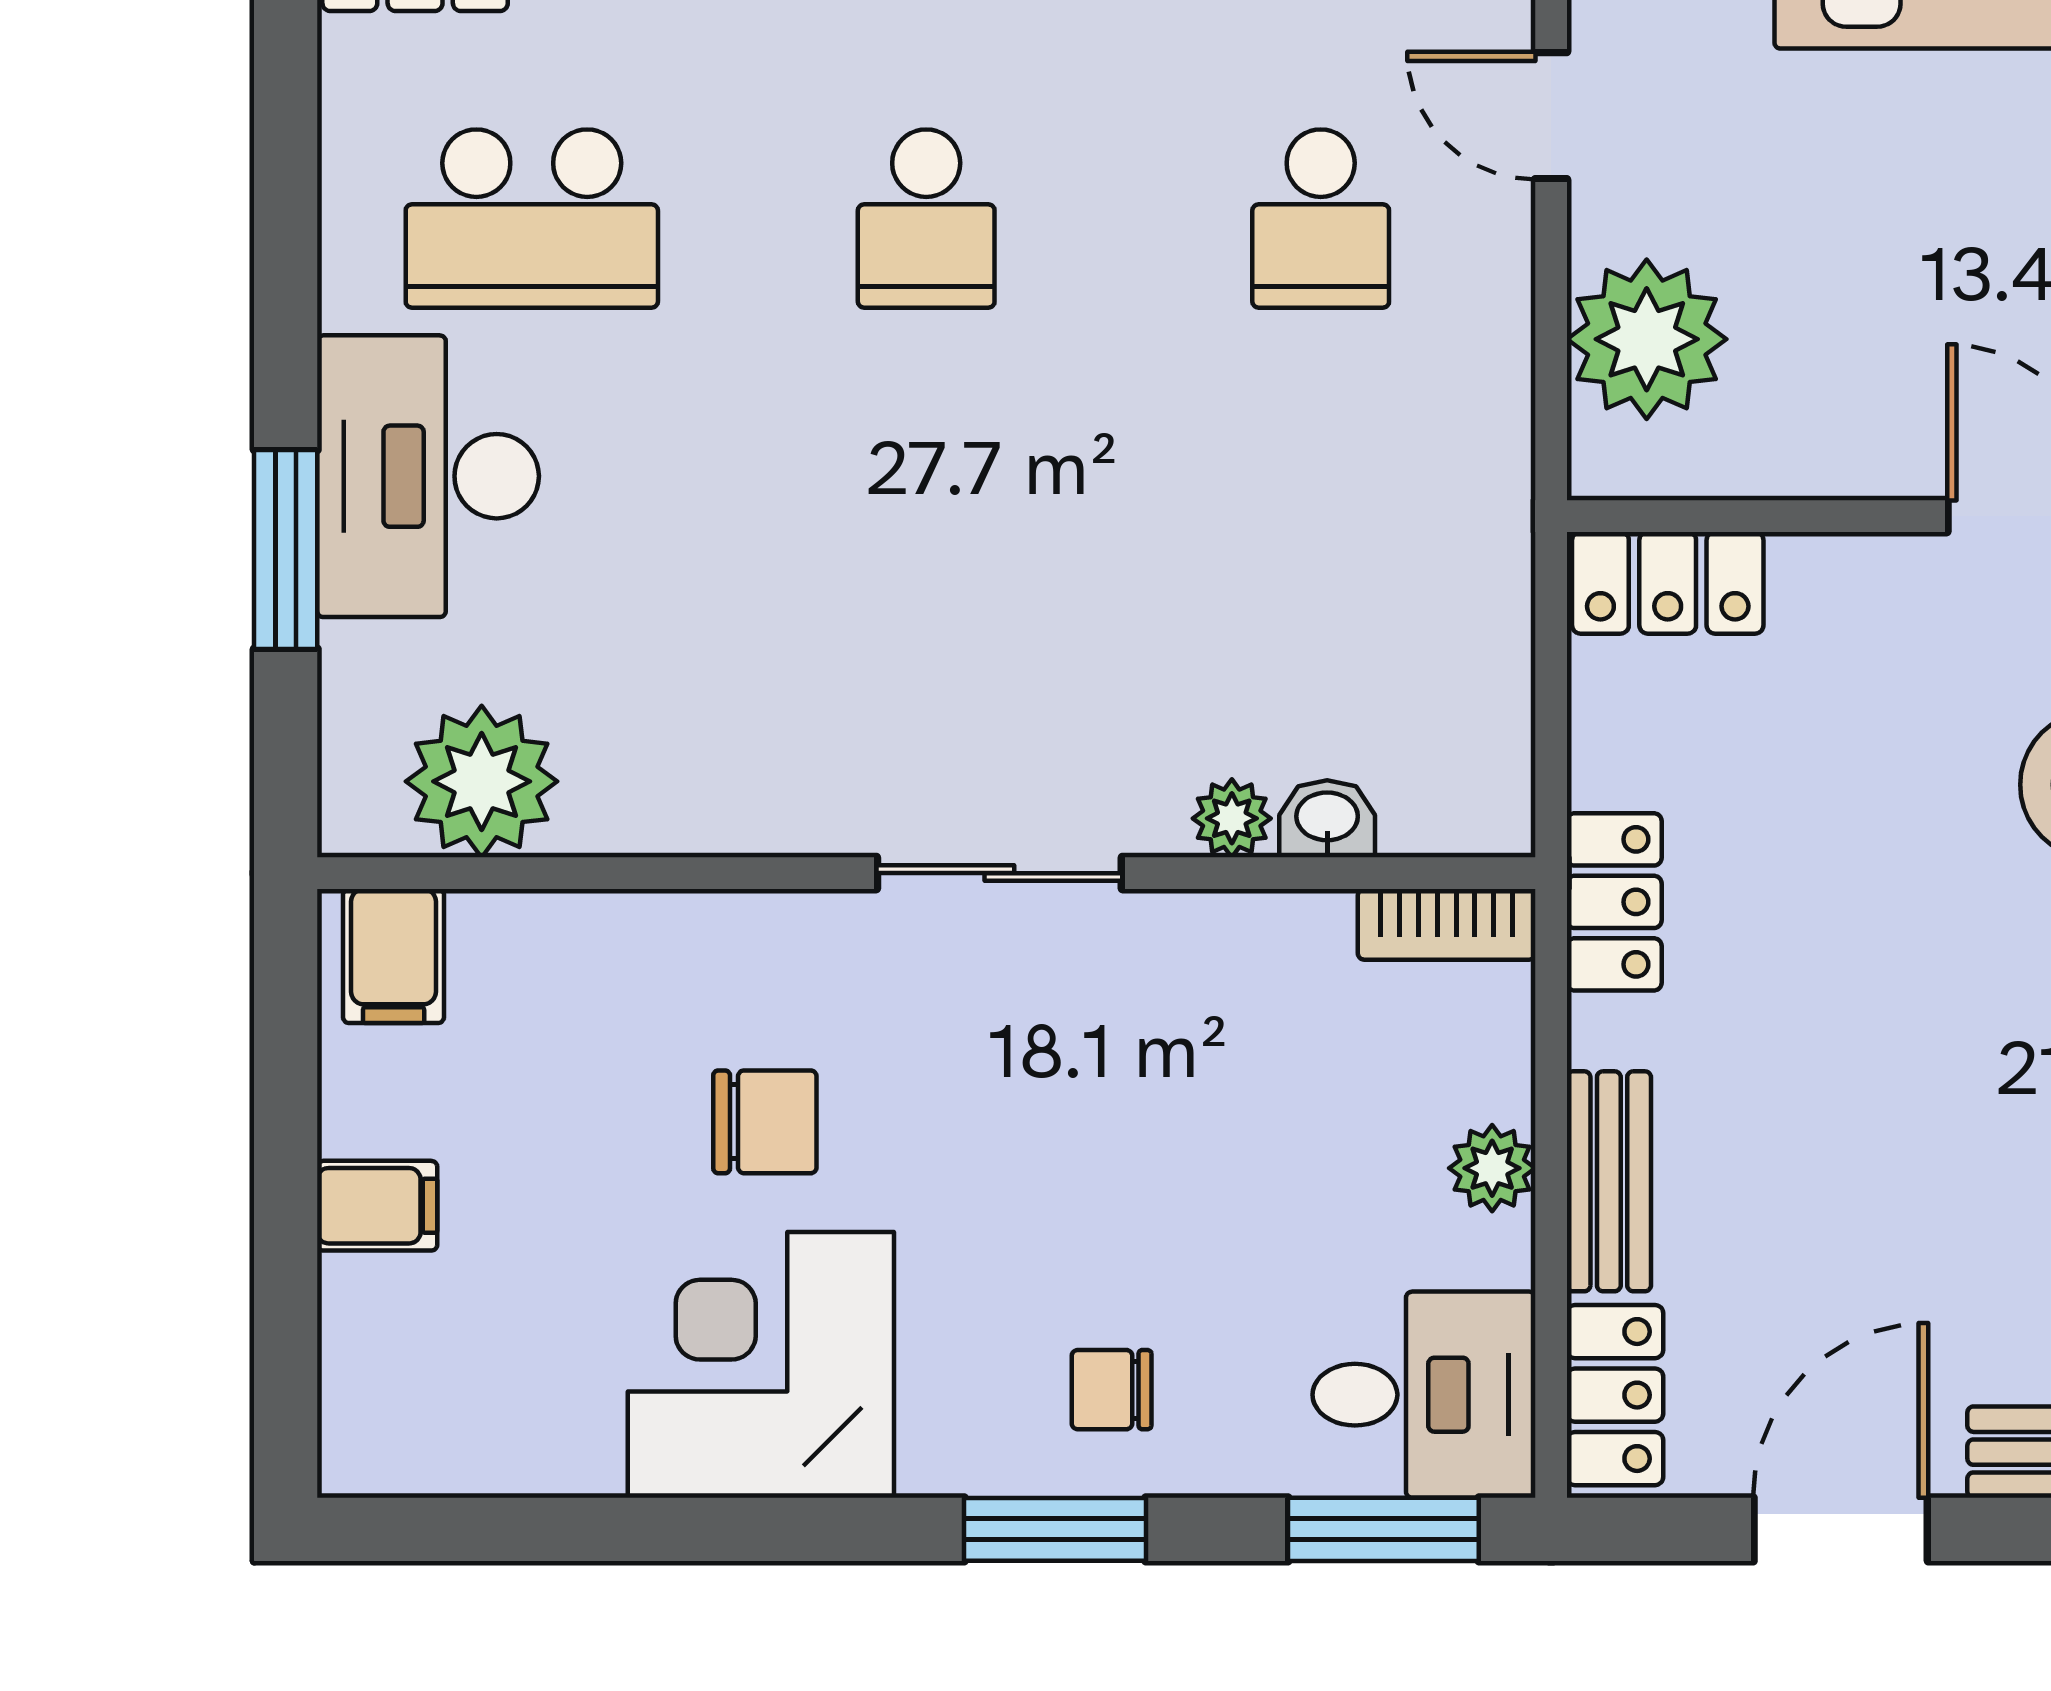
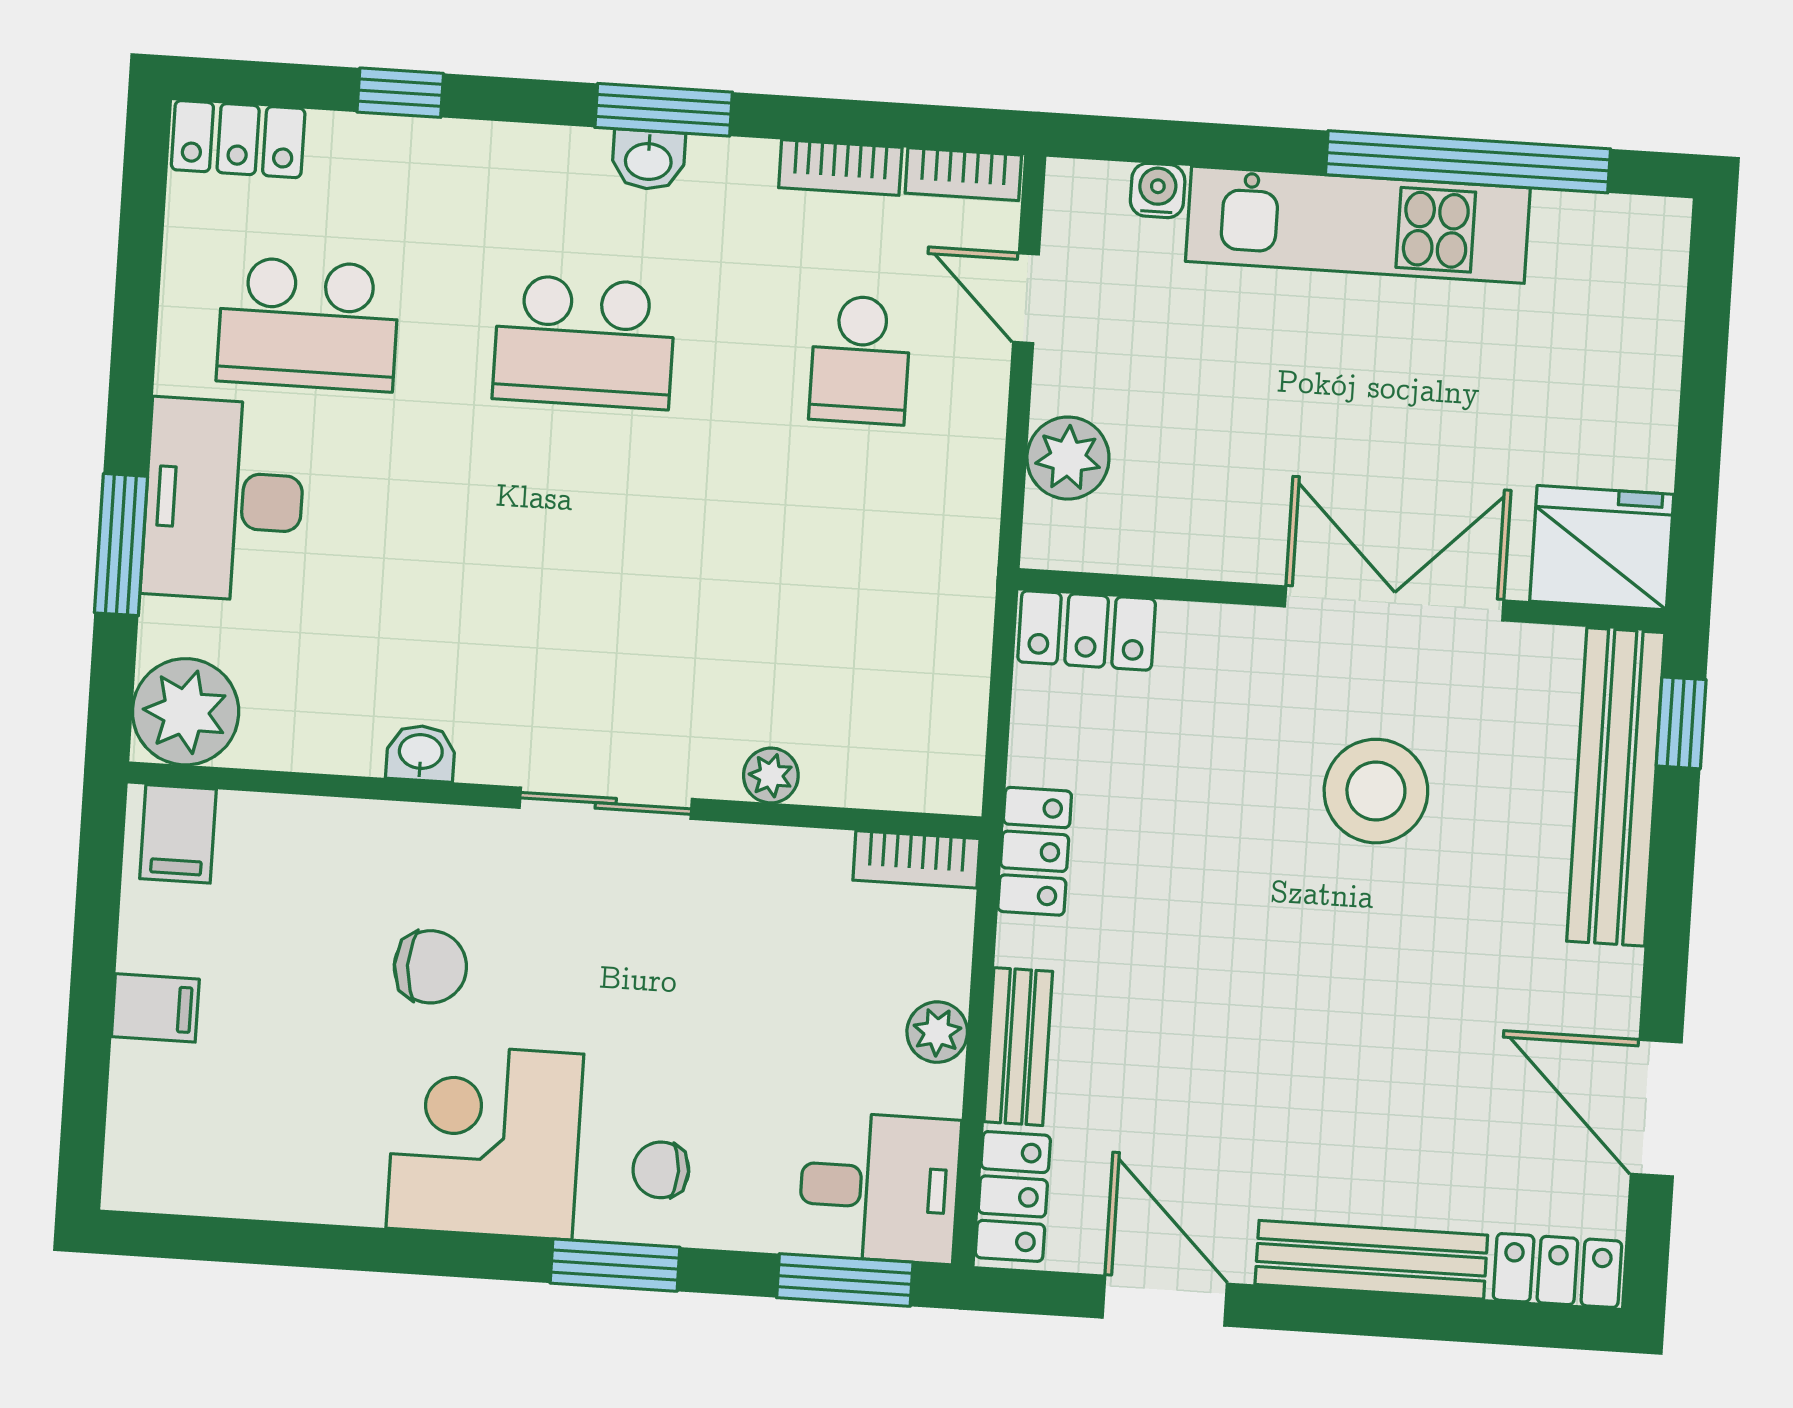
school desk: (926, 219) -> (584, 342), width x1.85
plant: (1647, 339) -> (1068, 458), width x0.73, depth x0.73
plant: (482, 781) -> (186, 712), moved
washbasin: (1327, 819) -> (421, 753), moved
corner desk: (761, 1365) -> (485, 1141), moved
door: (1841, 1529) -> (1165, 1301), hinge flipped

